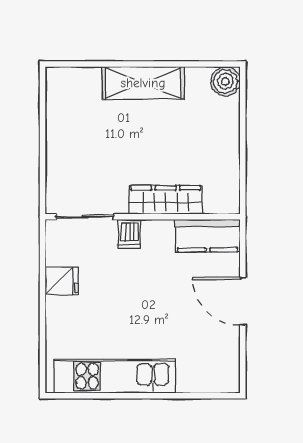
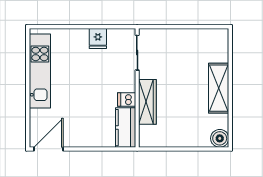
dishwasher: (129, 234) -> (127, 100), moved
door: (243, 301) -> (48, 149), moved

